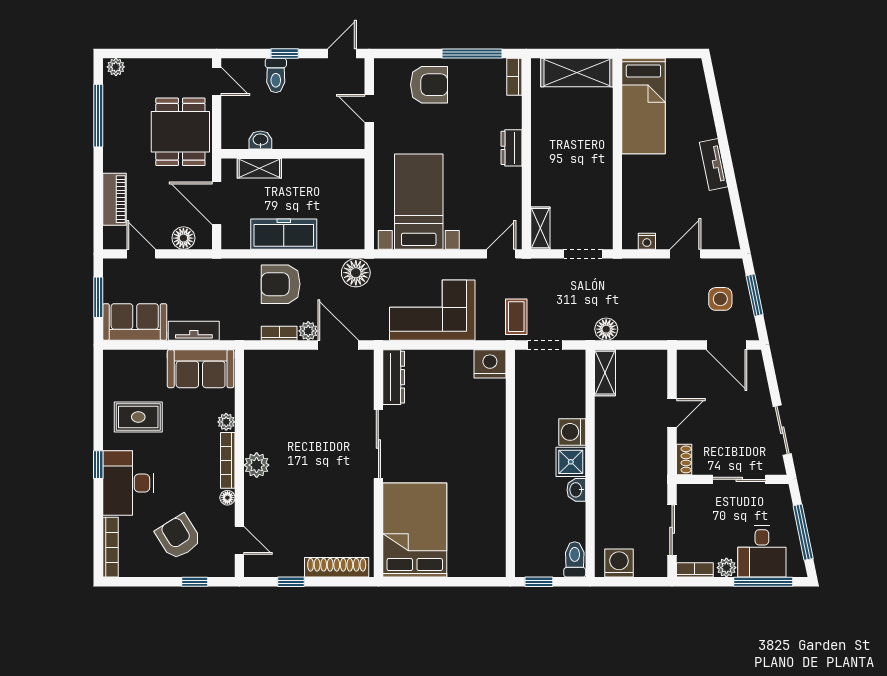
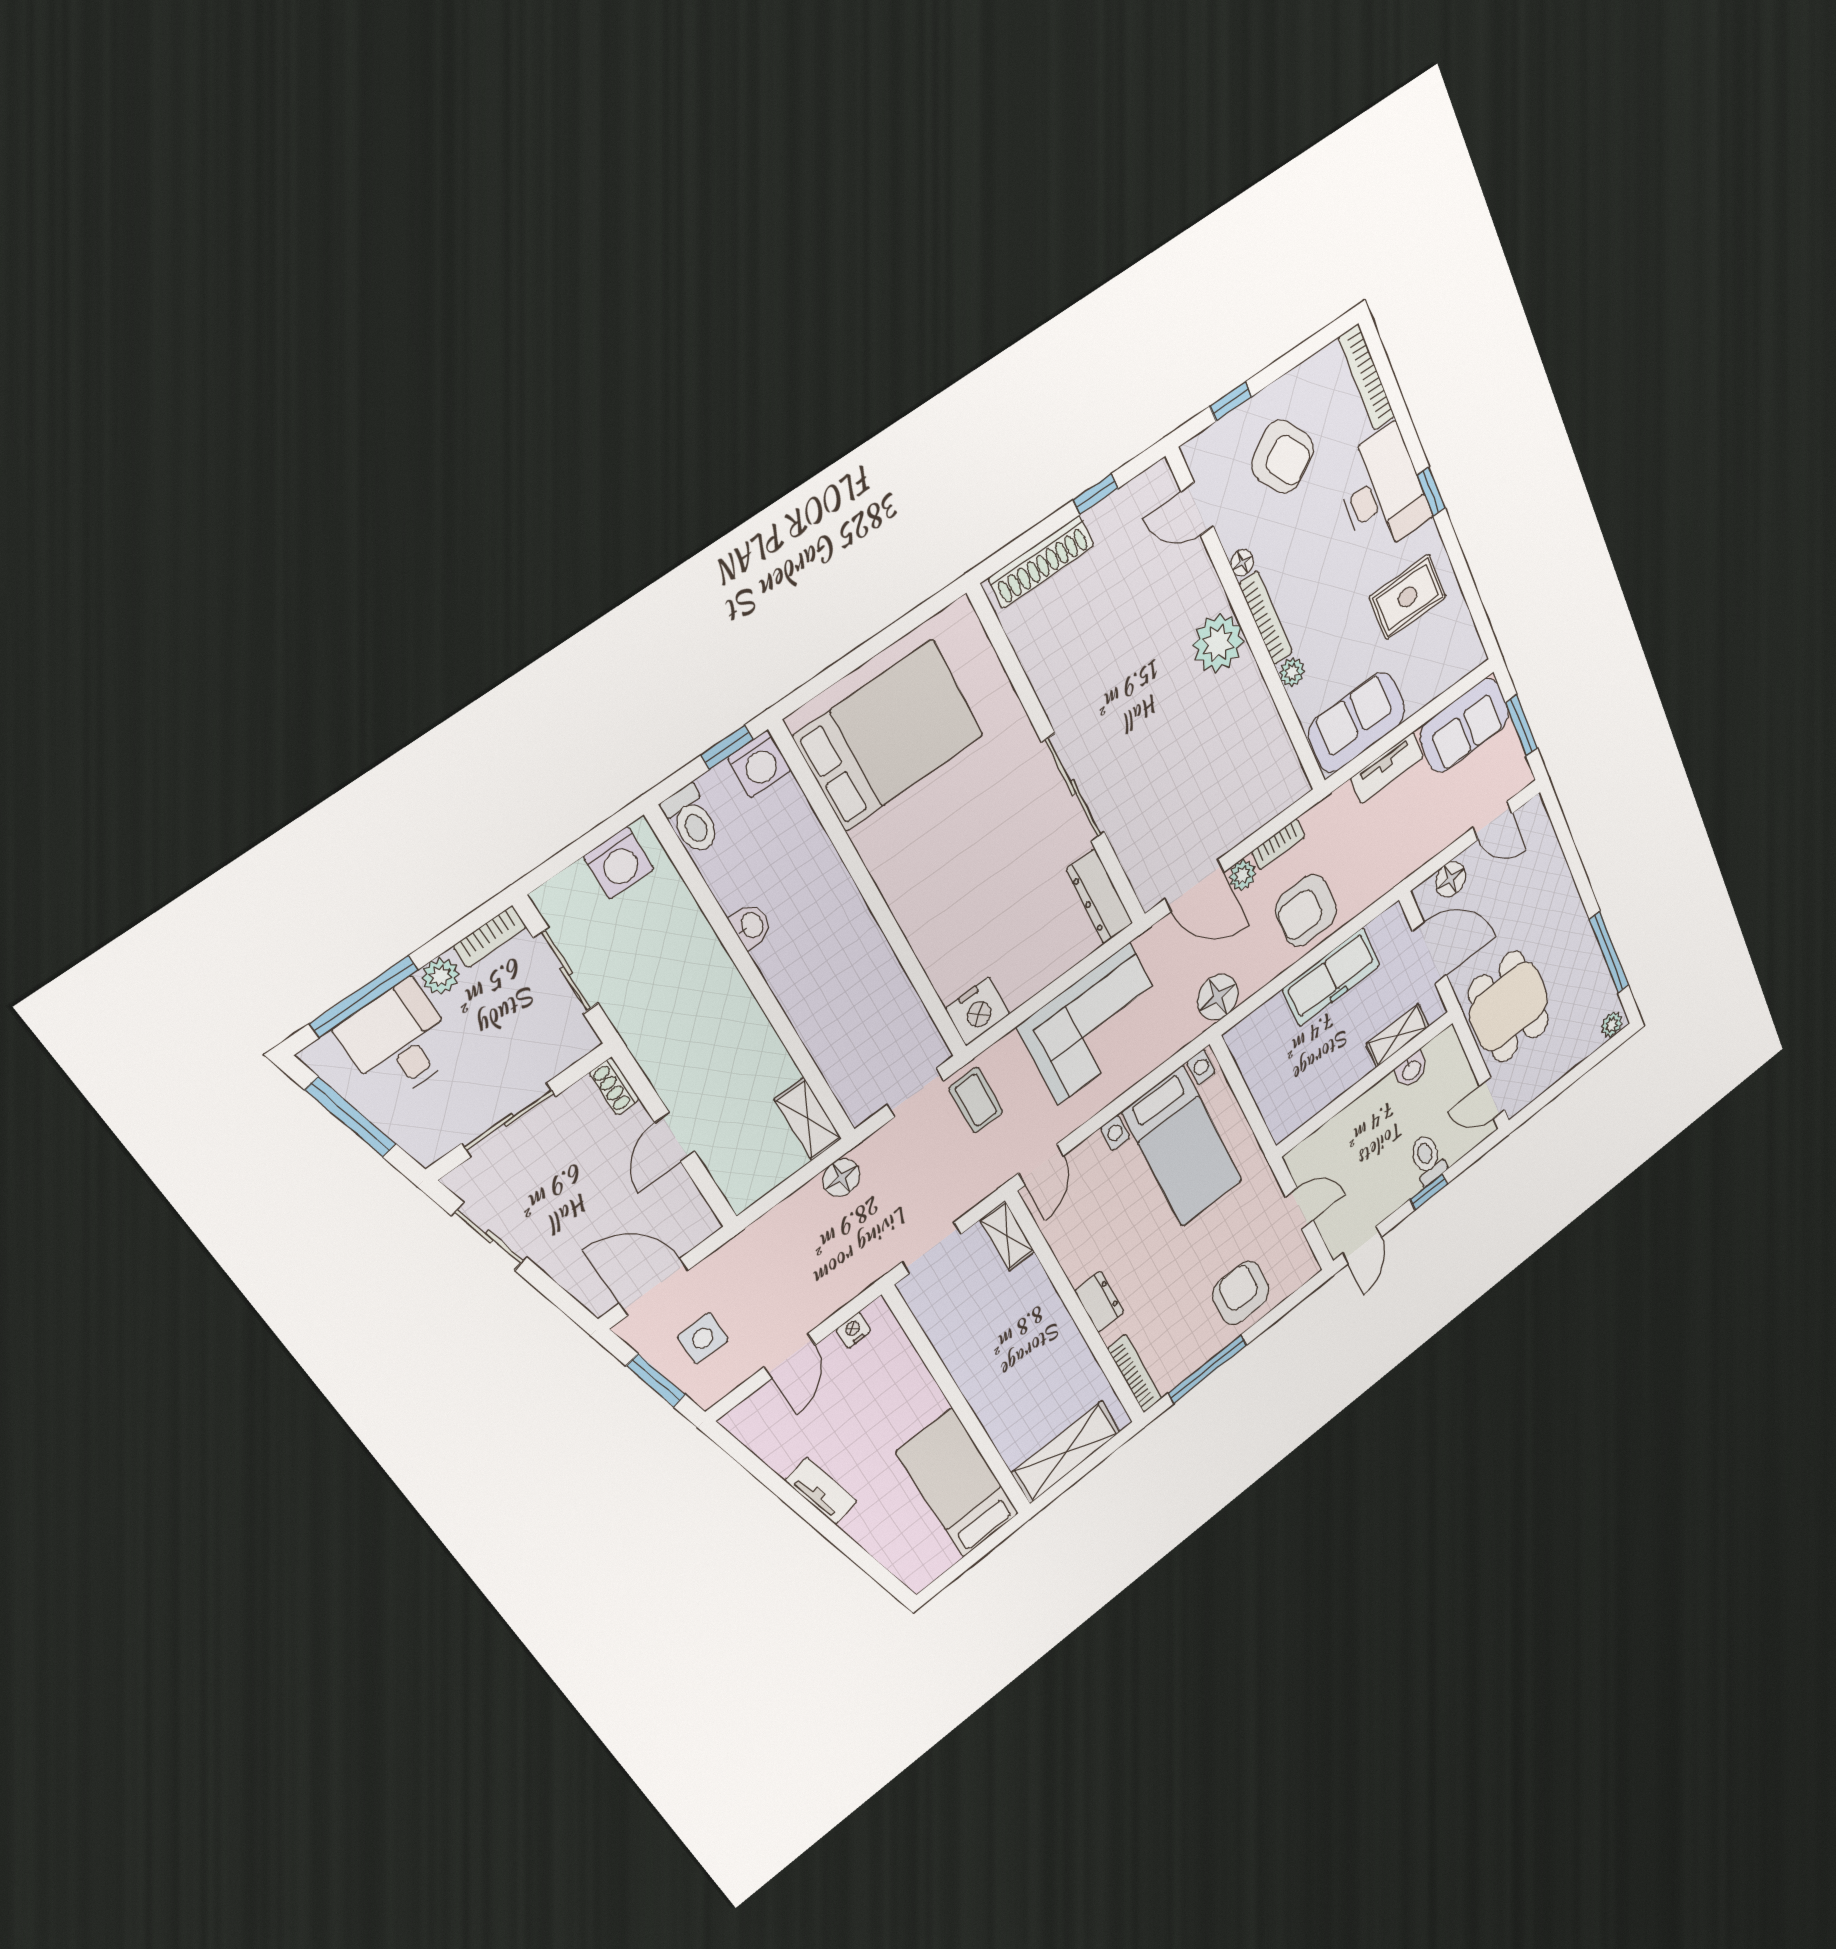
bookcase: (514, 77) -> (1135, 1374), width x1.56
armchair: (429, 85) -> (1241, 1293), turned 90
piano: (114, 199) -> (1551, 866), removed
armchair: (281, 284) -> (1306, 910), turned 180
washing machine: (572, 432) -> (759, 764), moved, turned 90
shower: (571, 462) -> (784, 960), removed
plant: (257, 465) -> (1218, 643), width x1.36, depth x1.36
bed: (415, 530) -> (889, 736), moved, turned -90

